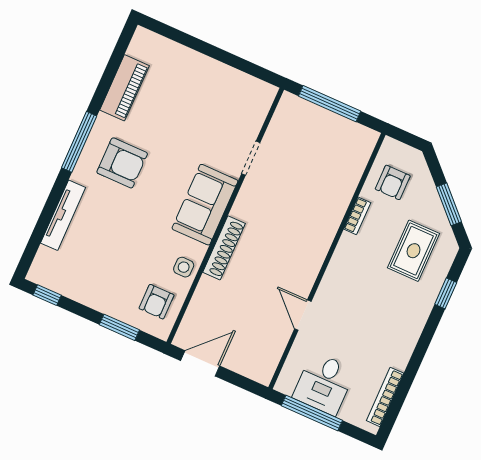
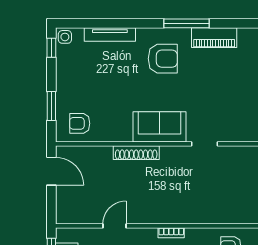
window: (79, 142) -> (186, 23), moved
armchair: (122, 163) -> (163, 59), turned -90
bookcase: (357, 216) -> (171, 233), moved
side table: (184, 267) -> (65, 37), moved

